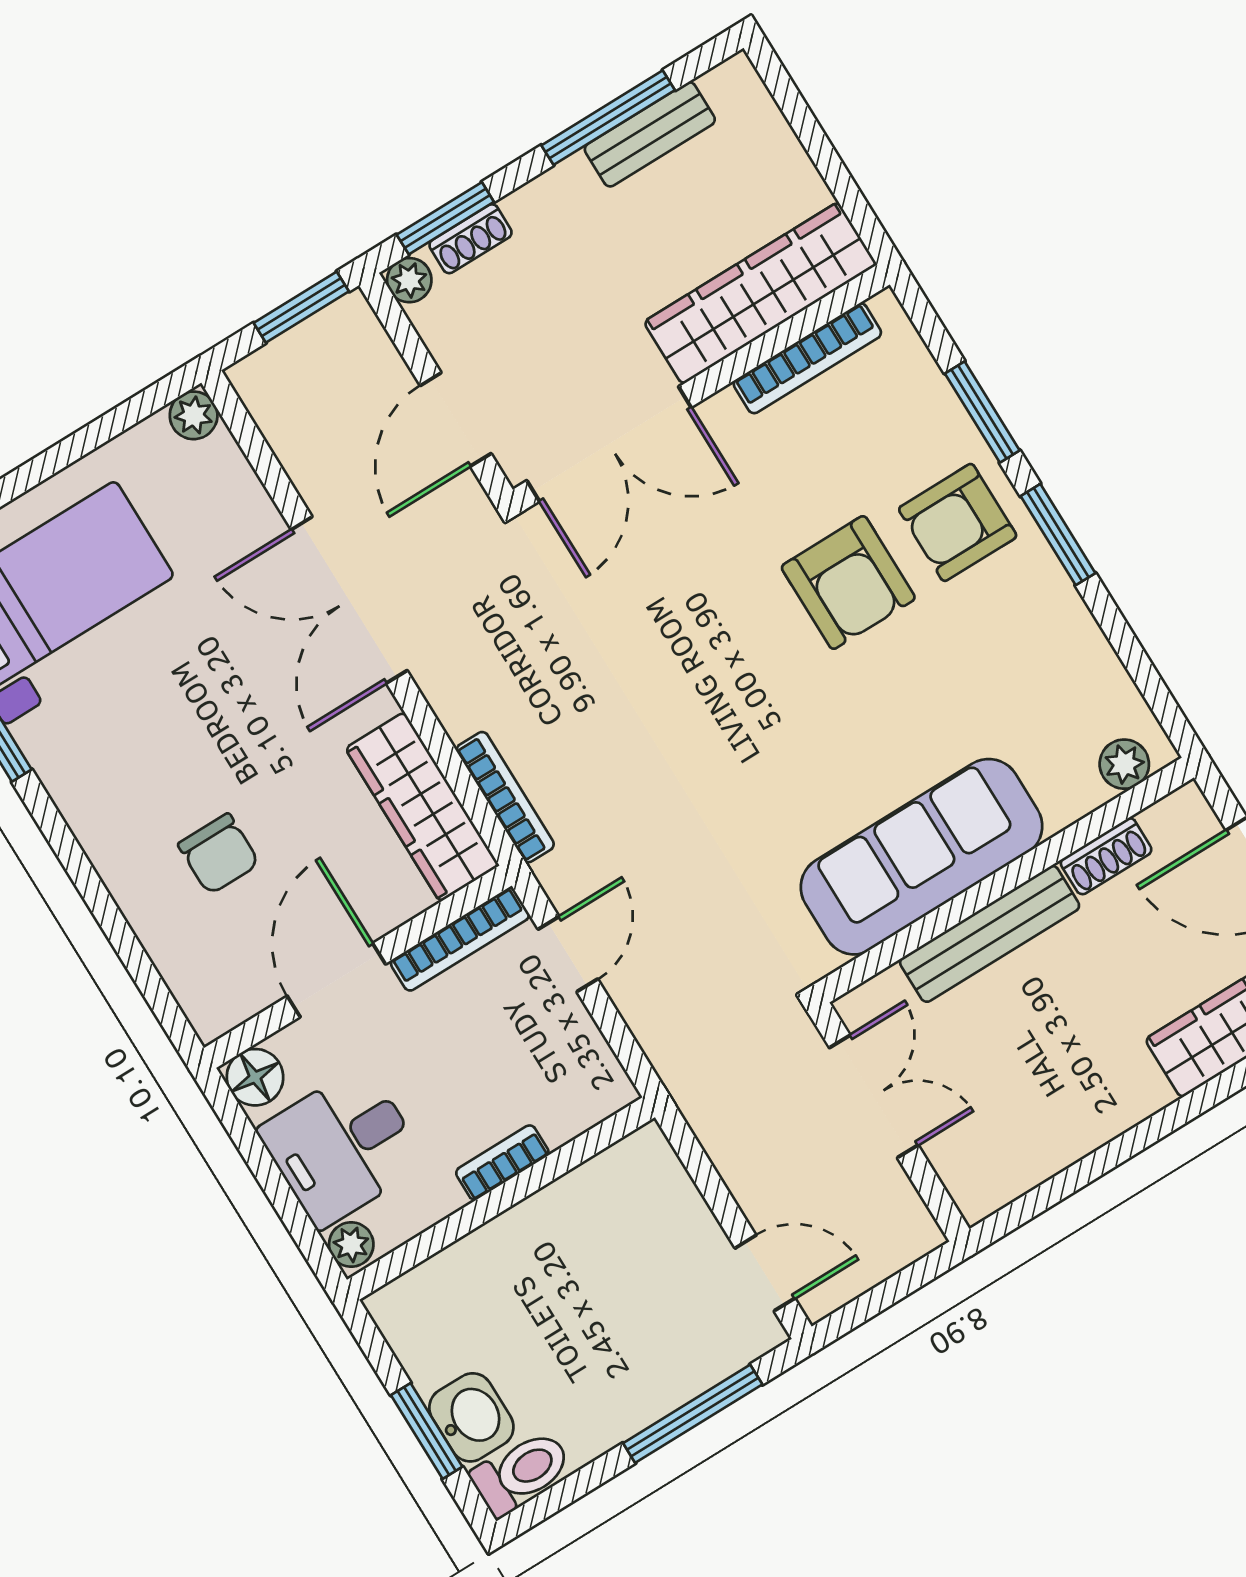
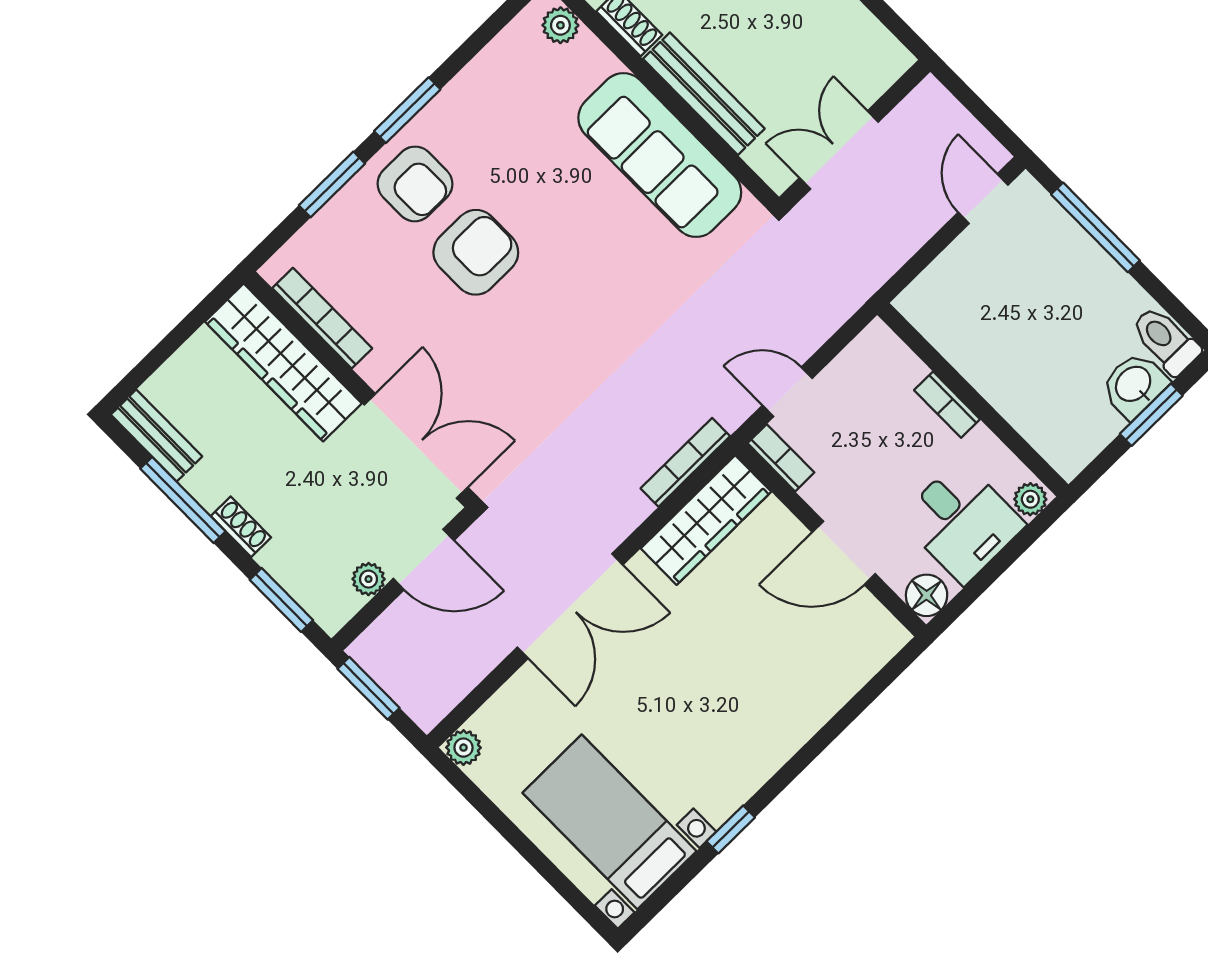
bench: (650, 134) -> (156, 436), moved
shoe rack: (471, 239) -> (241, 527), moved
plant: (409, 280) -> (369, 579), moved
chair: (219, 854) -> (773, 658), removed
bookcase: (460, 939) -> (781, 458), width x0.64

